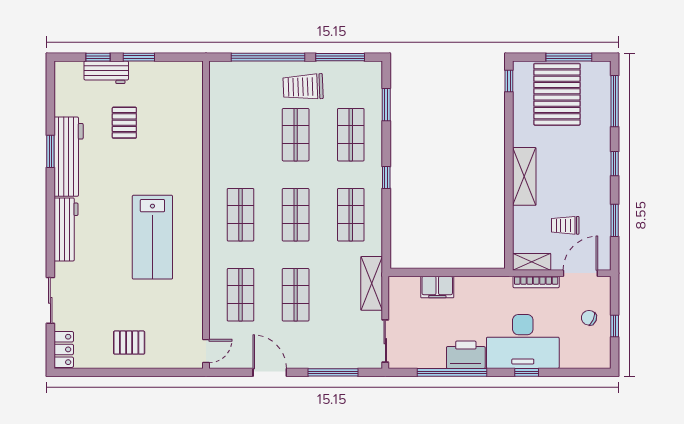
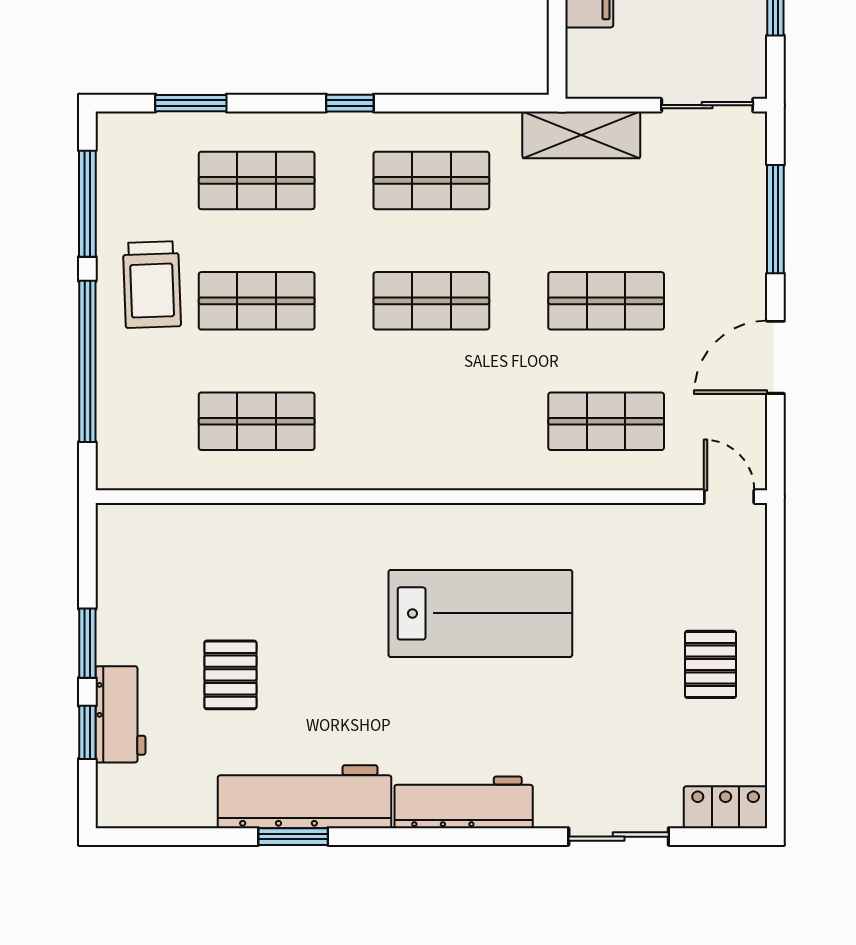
pallet: (124, 123) -> (230, 675), turned 90
shop shelf: (240, 215) -> (257, 421), moved

